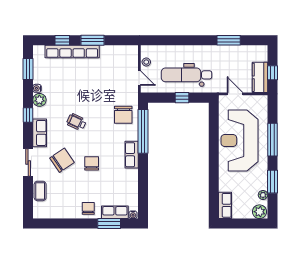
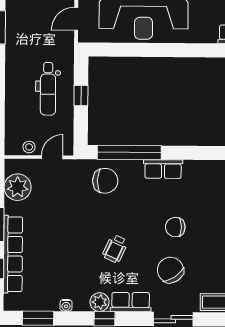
plant: (118, 54) -> (18, 187), added
dental chair: (187, 75) -> (48, 89), width x0.73, depth x0.72
plant: (39, 100) -> (100, 302), moved

